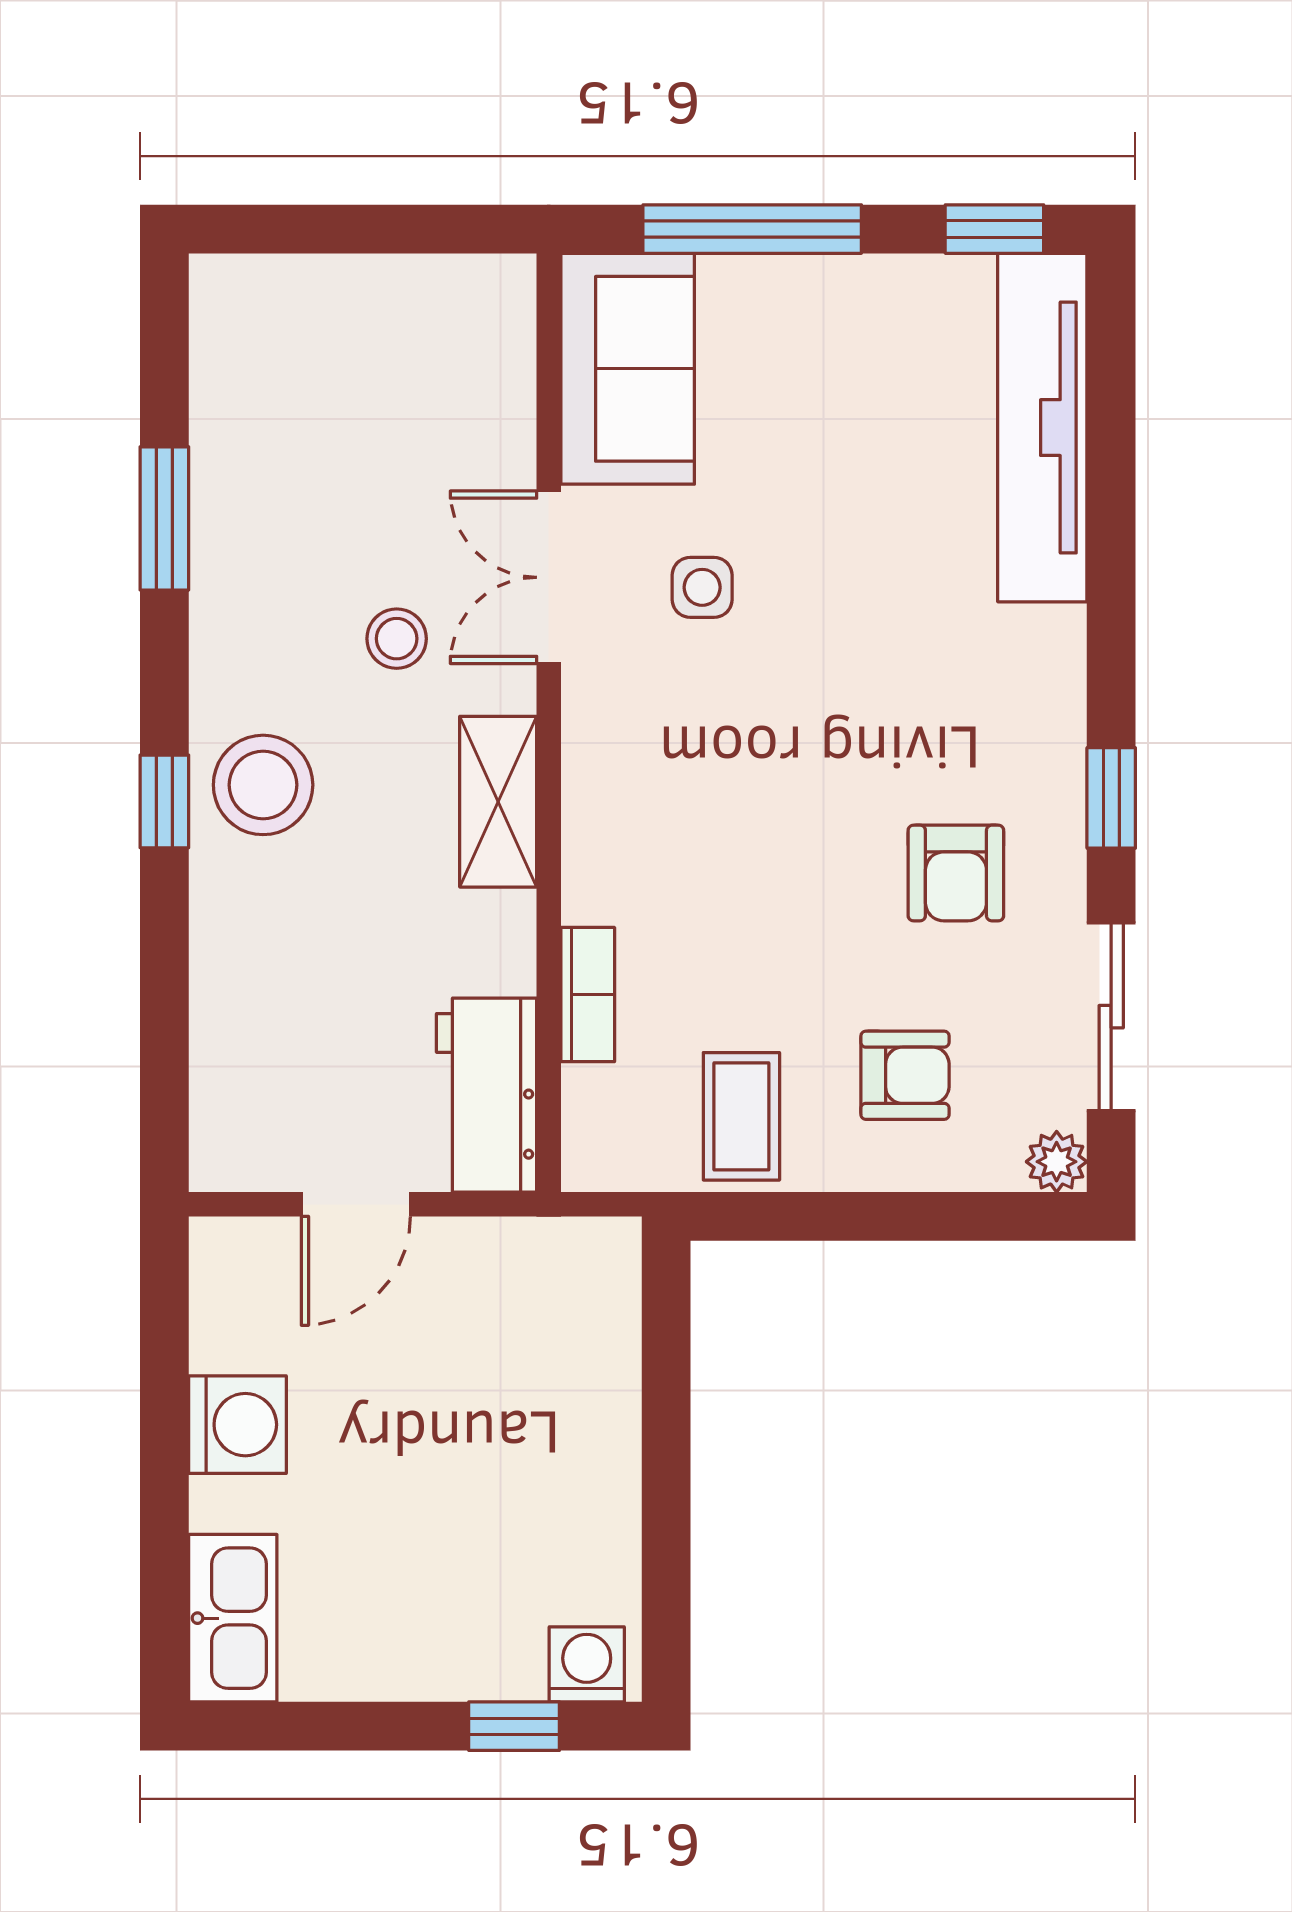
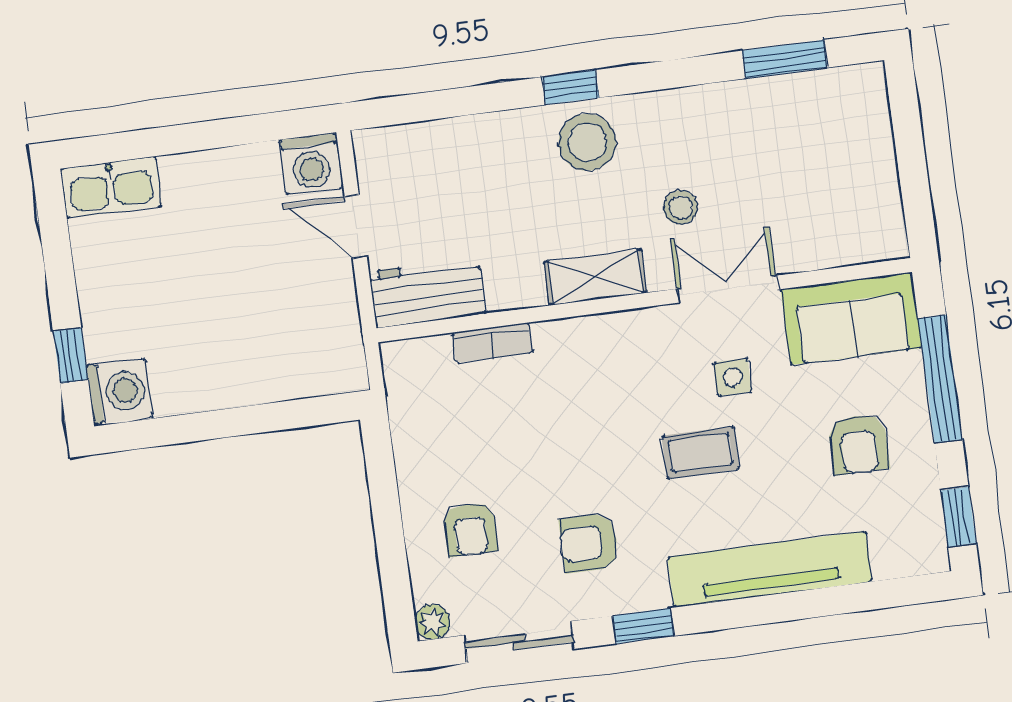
armchair: (846, 385) -> (859, 444), added
tv unit: (1042, 428) -> (770, 569), moved
window: (164, 518) -> (785, 59), moved
coffee table: (741, 1116) -> (700, 453), moved
washing machine: (237, 1425) -> (311, 164), moved
washing machine: (587, 1664) -> (119, 391), width x1.38, depth x1.38

